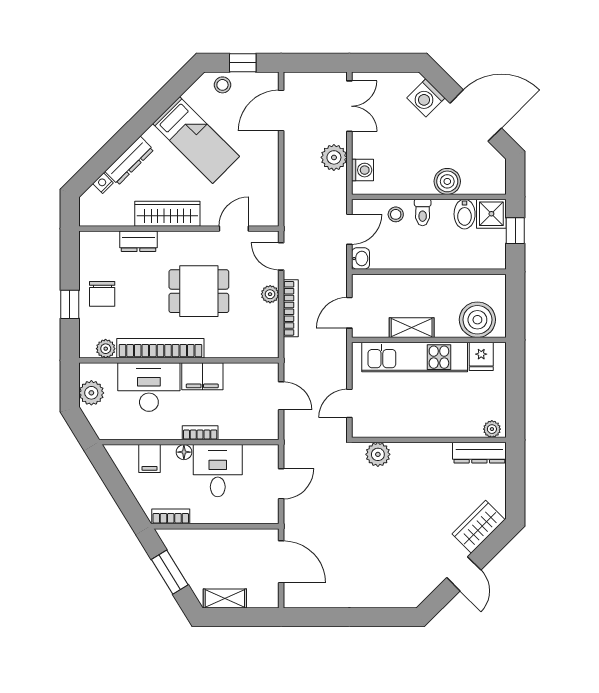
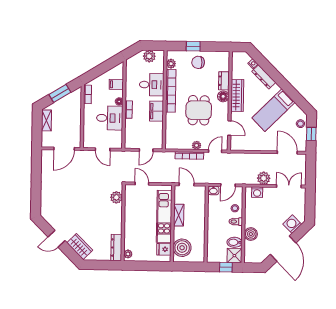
double door: (349, 106) -> (289, 186), swing flipped
door: (349, 229) -> (228, 185), hinge flipped
floor lamp: (170, 242) -> (223, 96), added
desk: (149, 387) -> (152, 85), width x0.73

